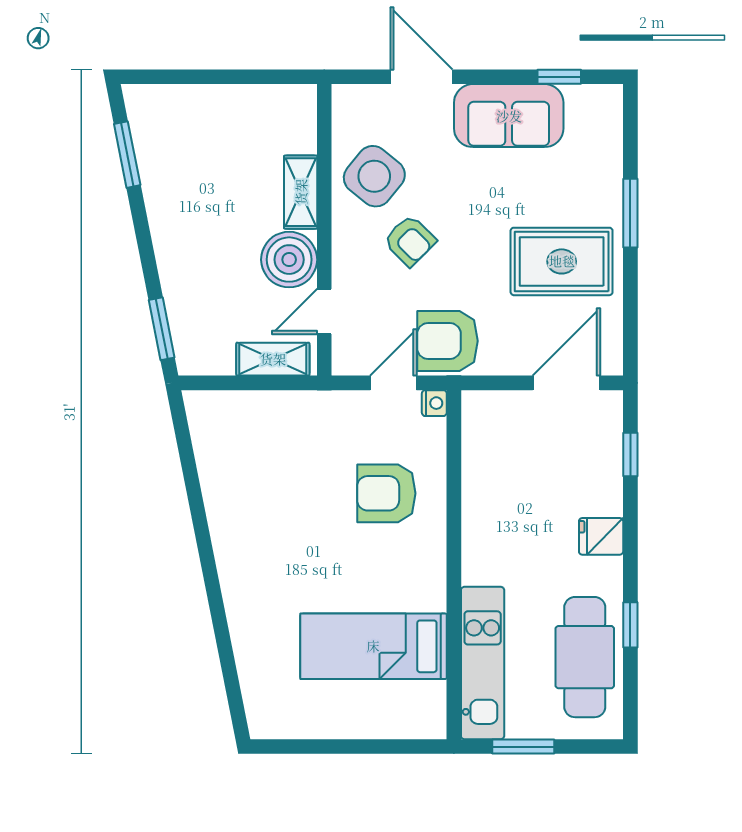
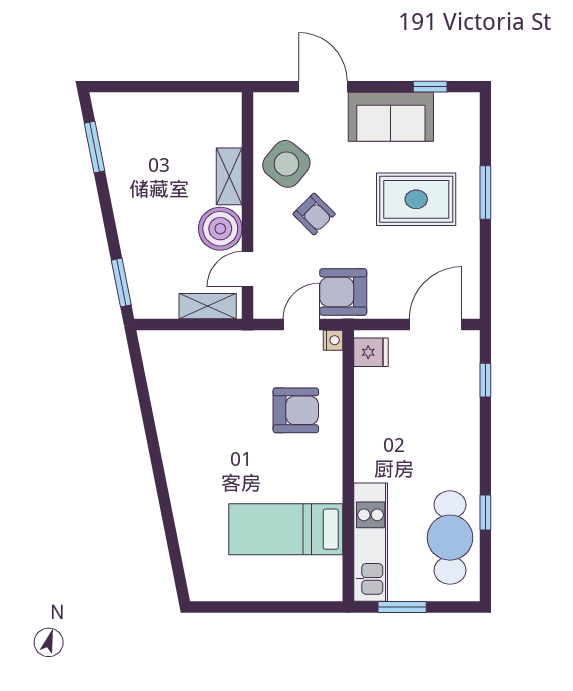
rug: (562, 261) -> (416, 199), moved
armchair: (386, 493) -> (296, 410), turned 180
fridge: (601, 536) -> (371, 352), moved, turned 180

